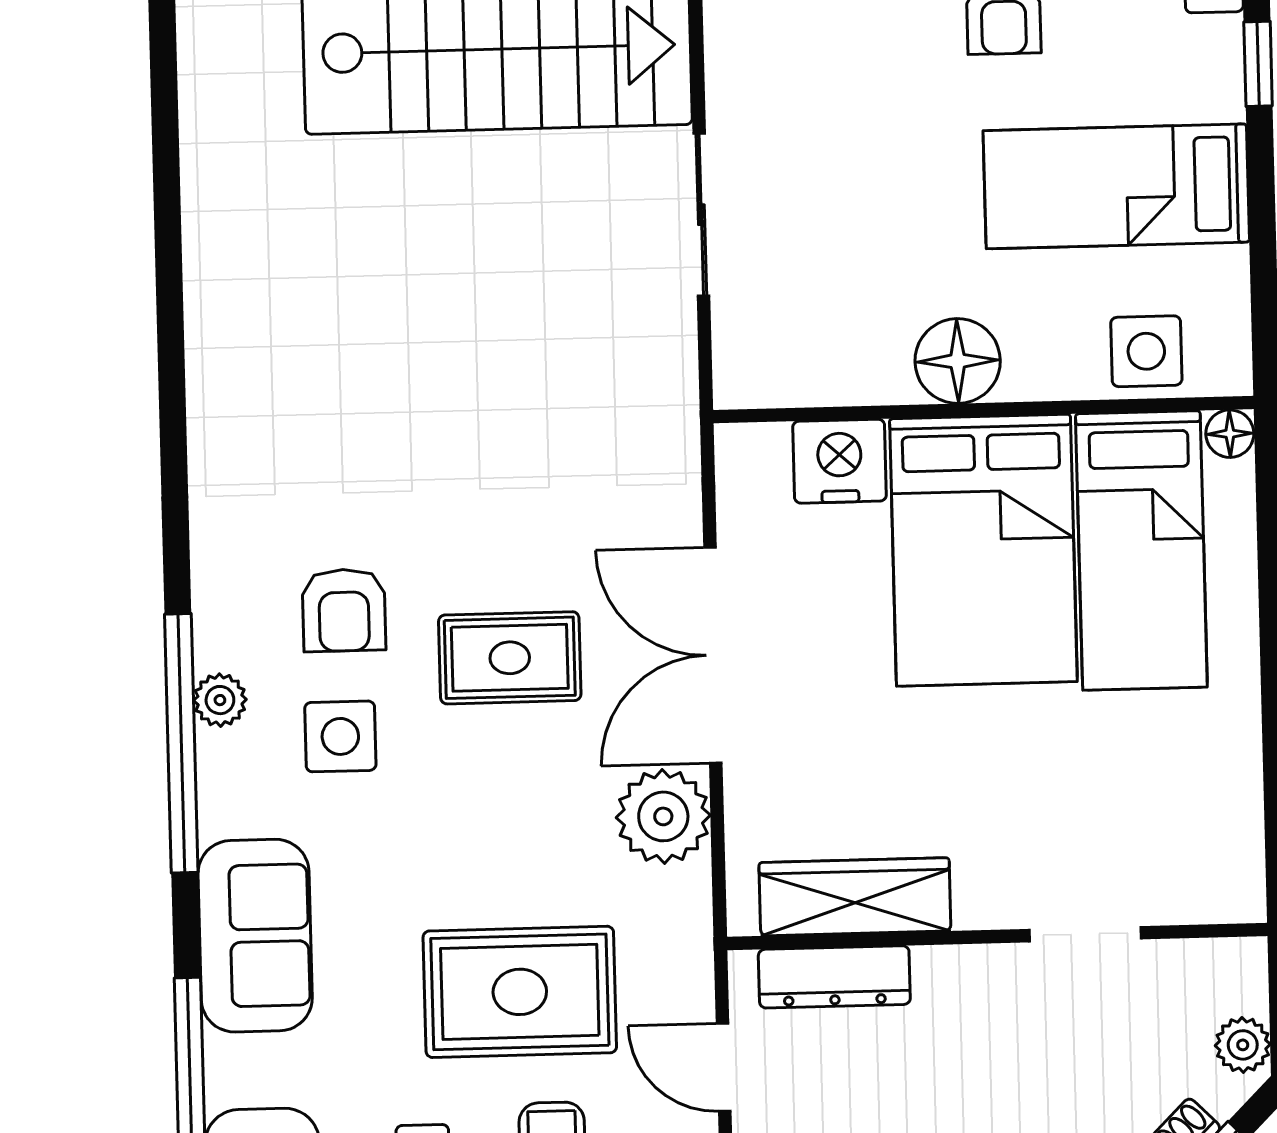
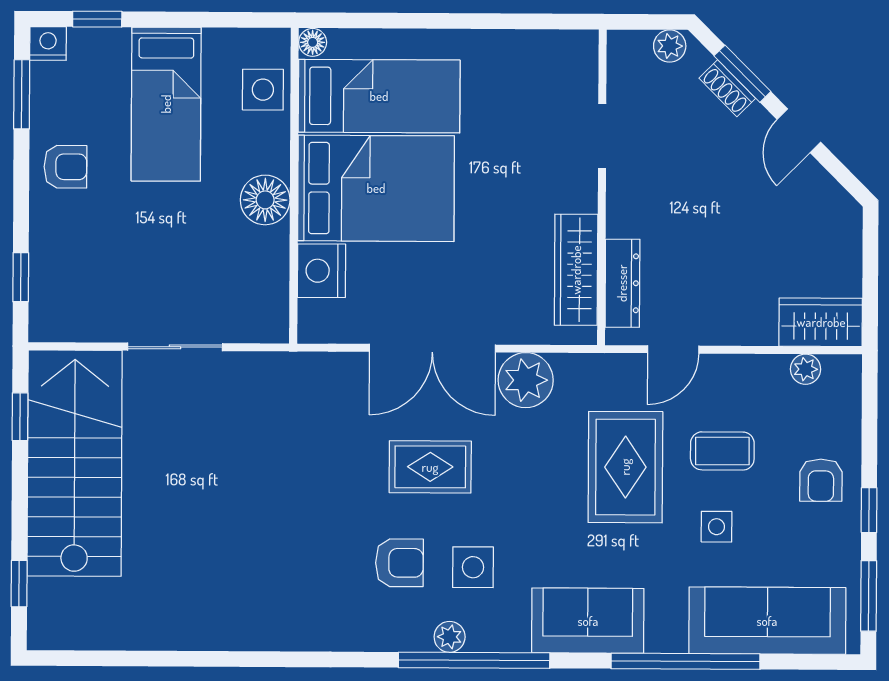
rug: (510, 658) -> (430, 467), turned 90

